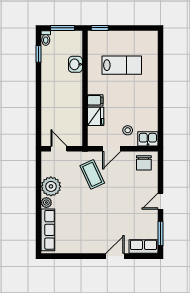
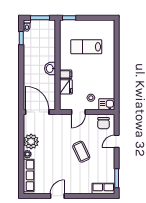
washbasin: (75, 64) -> (50, 68), moved
lab bench: (122, 65) -> (86, 47), turned 180
door: (59, 149) -> (37, 112), width x1.88
coffee table: (92, 174) -> (81, 152), moved
door: (161, 201) -> (117, 141), moved
door: (115, 256) -> (57, 196), moved

